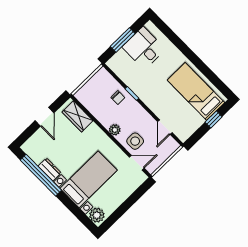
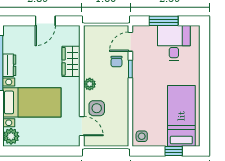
wardrobe: (78, 116) -> (71, 61), moved
door: (165, 127) -> (130, 42), moved
side table: (183, 130) -> (142, 136), added

